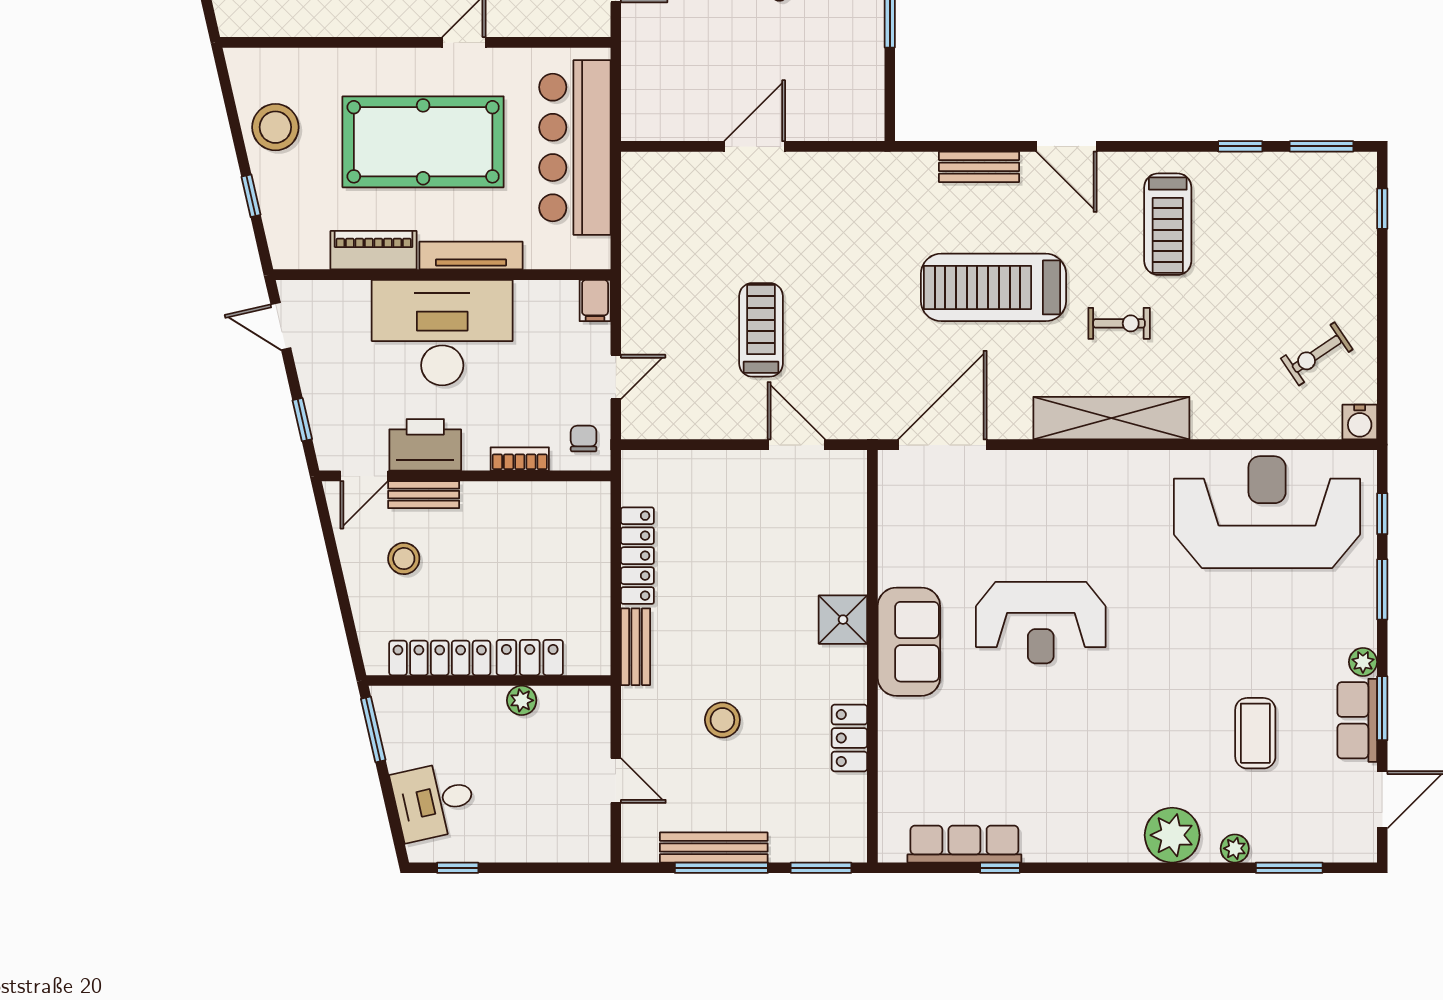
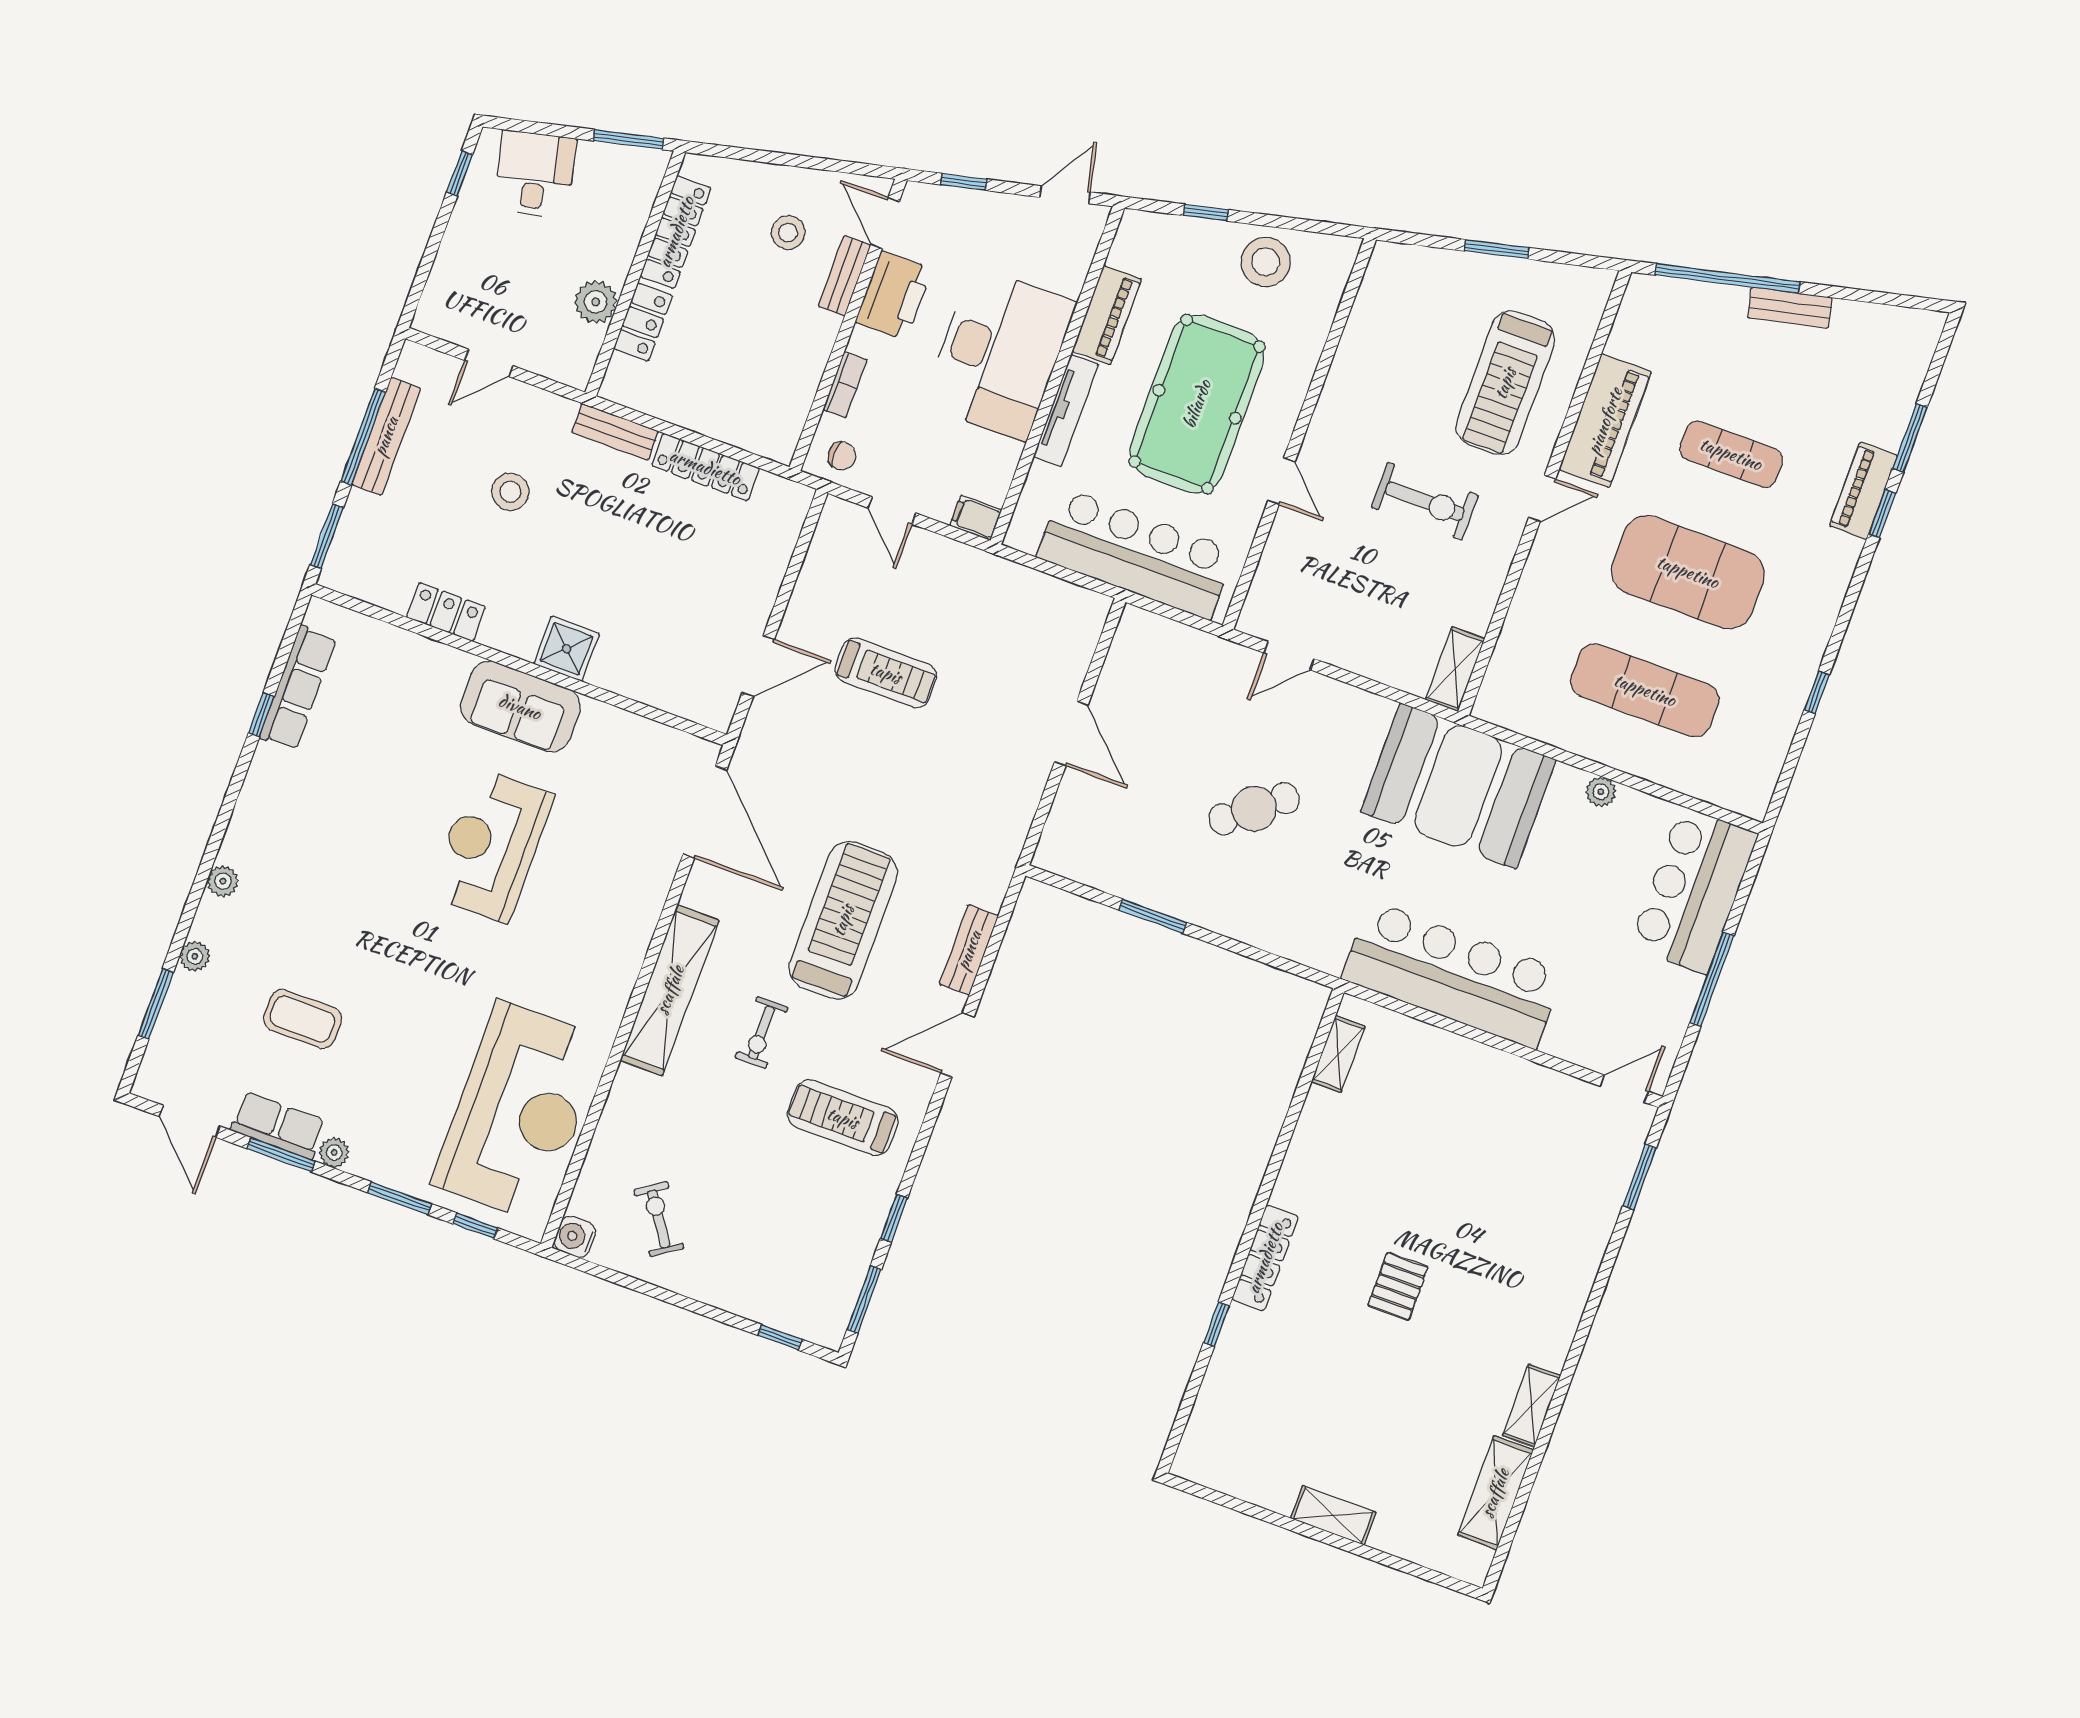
plant: (522, 700) -> (596, 302), width x1.38, depth x1.38
plant: (1172, 835) -> (223, 881), width x0.53, depth x0.53

